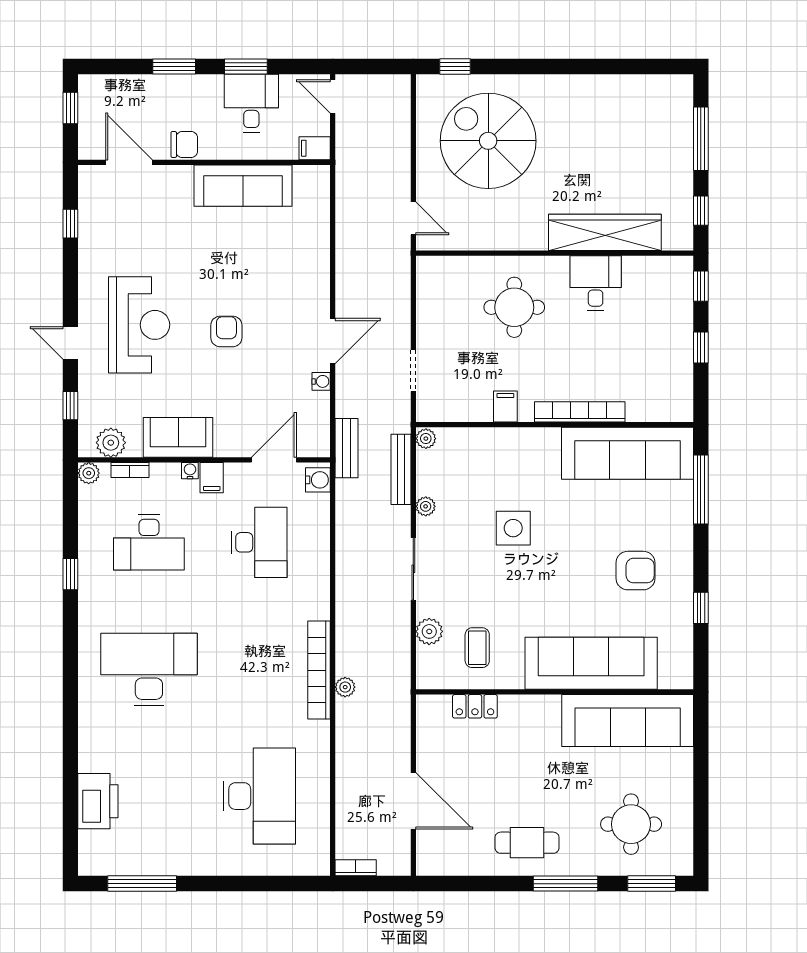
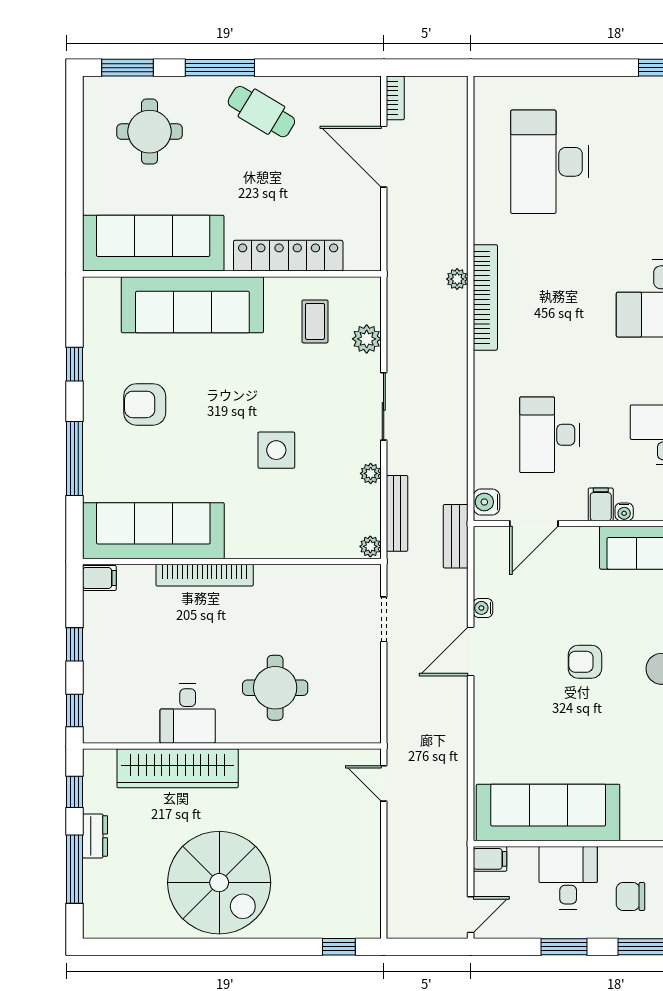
door: (333, 96) -> (471, 915), hinge flipped
desk: (251, 103) -> (568, 878), moved, turned 180
spiral stairs: (488, 141) -> (219, 883), moved
chair: (184, 145) -> (631, 897), moved
dresser: (682, 170) -> (95, 836), added
sofa: (243, 186) -> (548, 813), width x1.36, depth x1.27
armchair: (226, 331) -> (585, 662), turned 90
filing cabinet: (505, 406) -> (99, 578), moved, turned -90
window: (701, 490) -> (74, 458), moved
locker: (475, 706) -> (288, 256), width x2.16, depth x1.21
cafe table: (527, 843) -> (261, 112), turned 31
bookcase: (356, 868) -> (395, 98), moved, turned -90

